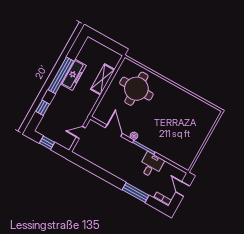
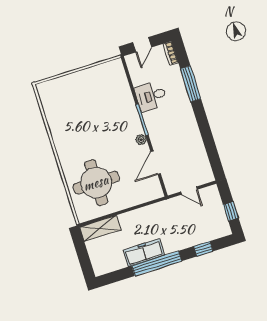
shelving: (103, 79) -> (100, 228), moved

